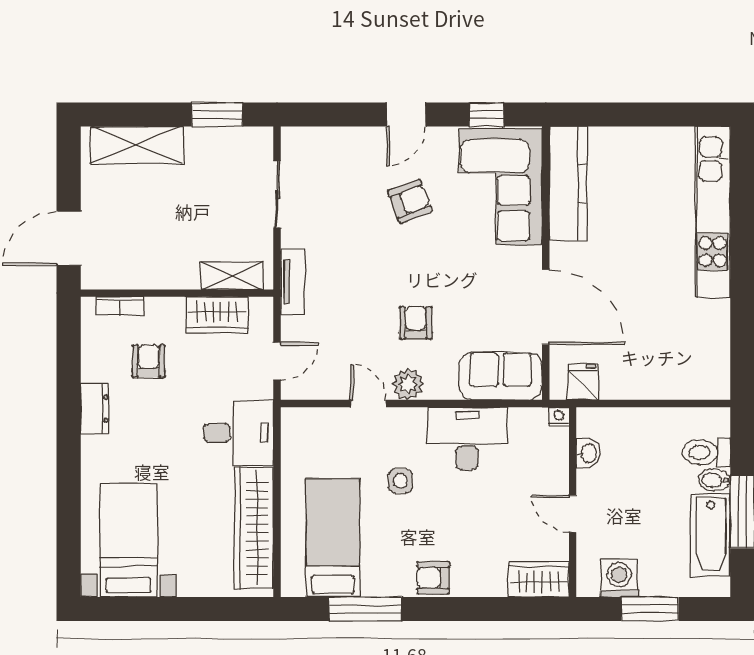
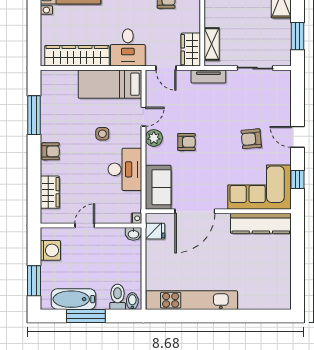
armchair: (410, 201) -> (251, 139), turned 106
kitchen unit: (713, 212) -> (192, 300), moved
wardrobe: (217, 315) -> (191, 50), moved
washbasin: (588, 453) -> (133, 234), moved
bidet: (714, 480) -> (132, 301), moved
bed: (333, 538) -> (110, 84), moved, turned 180
armchair: (433, 578) -> (51, 151), turned 90
wardrobe: (539, 579) -> (50, 192), moved
window: (650, 609) -> (34, 281), moved

